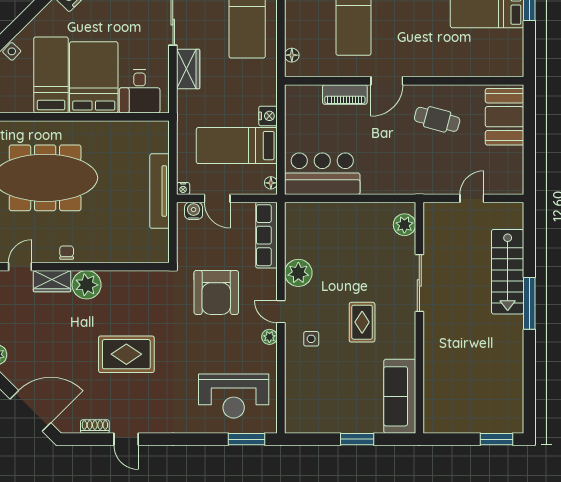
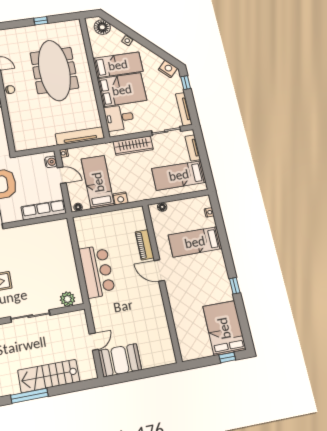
wardrobe: (188, 69) -> (133, 146), width x1.50
booth: (505, 117) -> (120, 360), moved
cafe table: (437, 119) -> (141, 308), removed
bar counter: (322, 174) -> (97, 271), moved
tv unit: (159, 191) -> (80, 136), moved
door: (217, 198) -> (62, 175), swing flipped
door: (472, 198) -> (94, 342), hinge flipped
plant: (298, 273) -> (23, 234), removed

